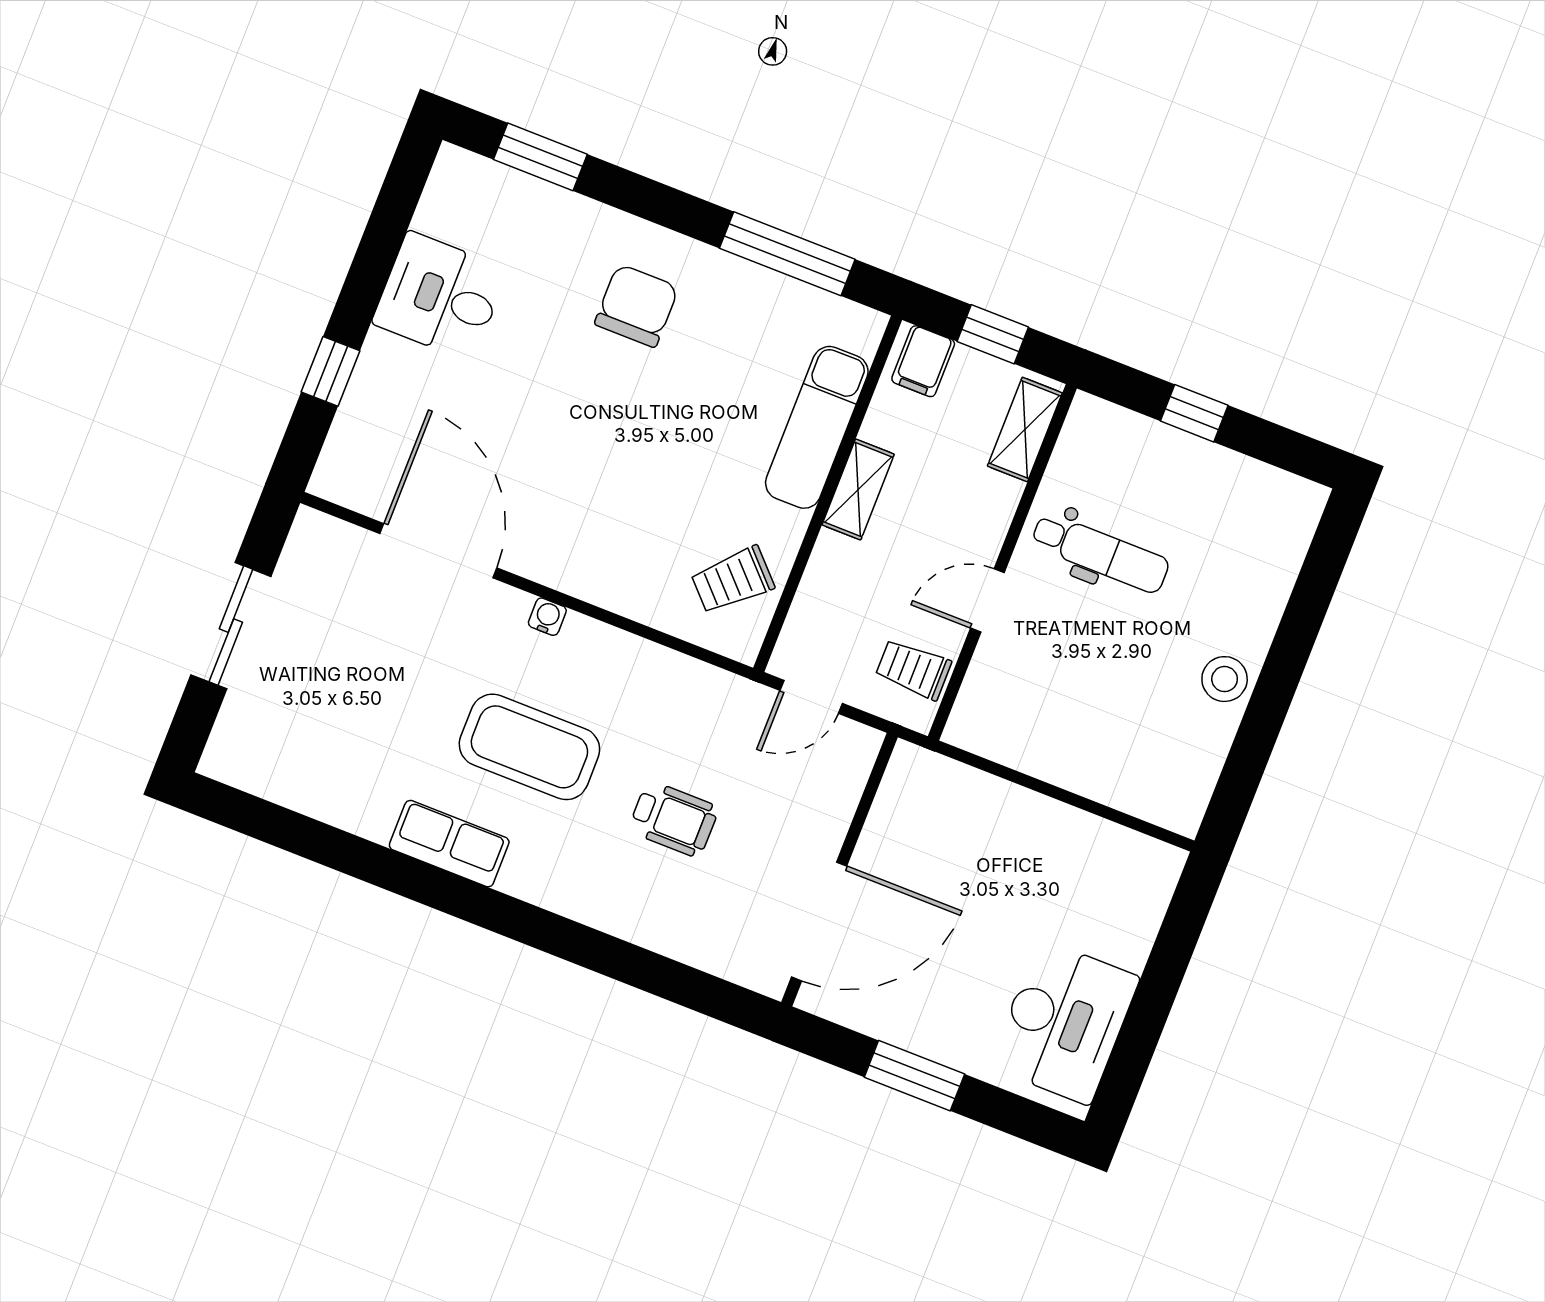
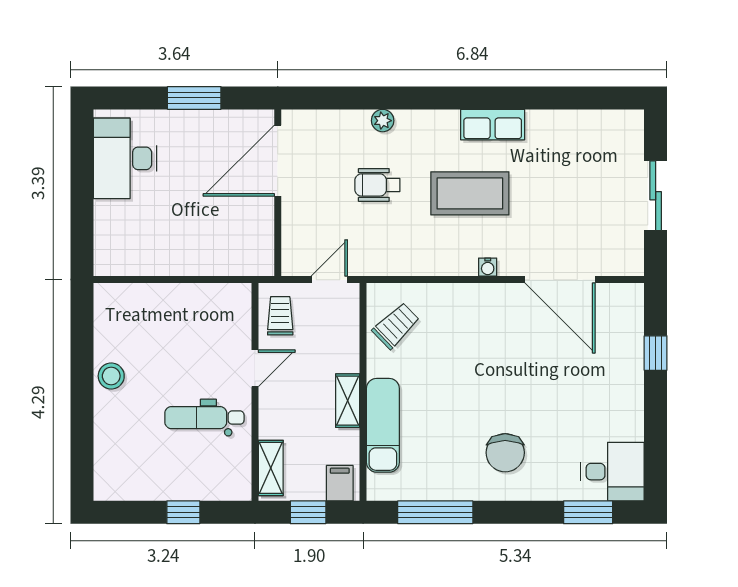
desk: (440, 296) -> (613, 472), moved
trolley: (913, 669) -> (280, 316), turned -90
plant: (624, 920) -> (383, 121), added

